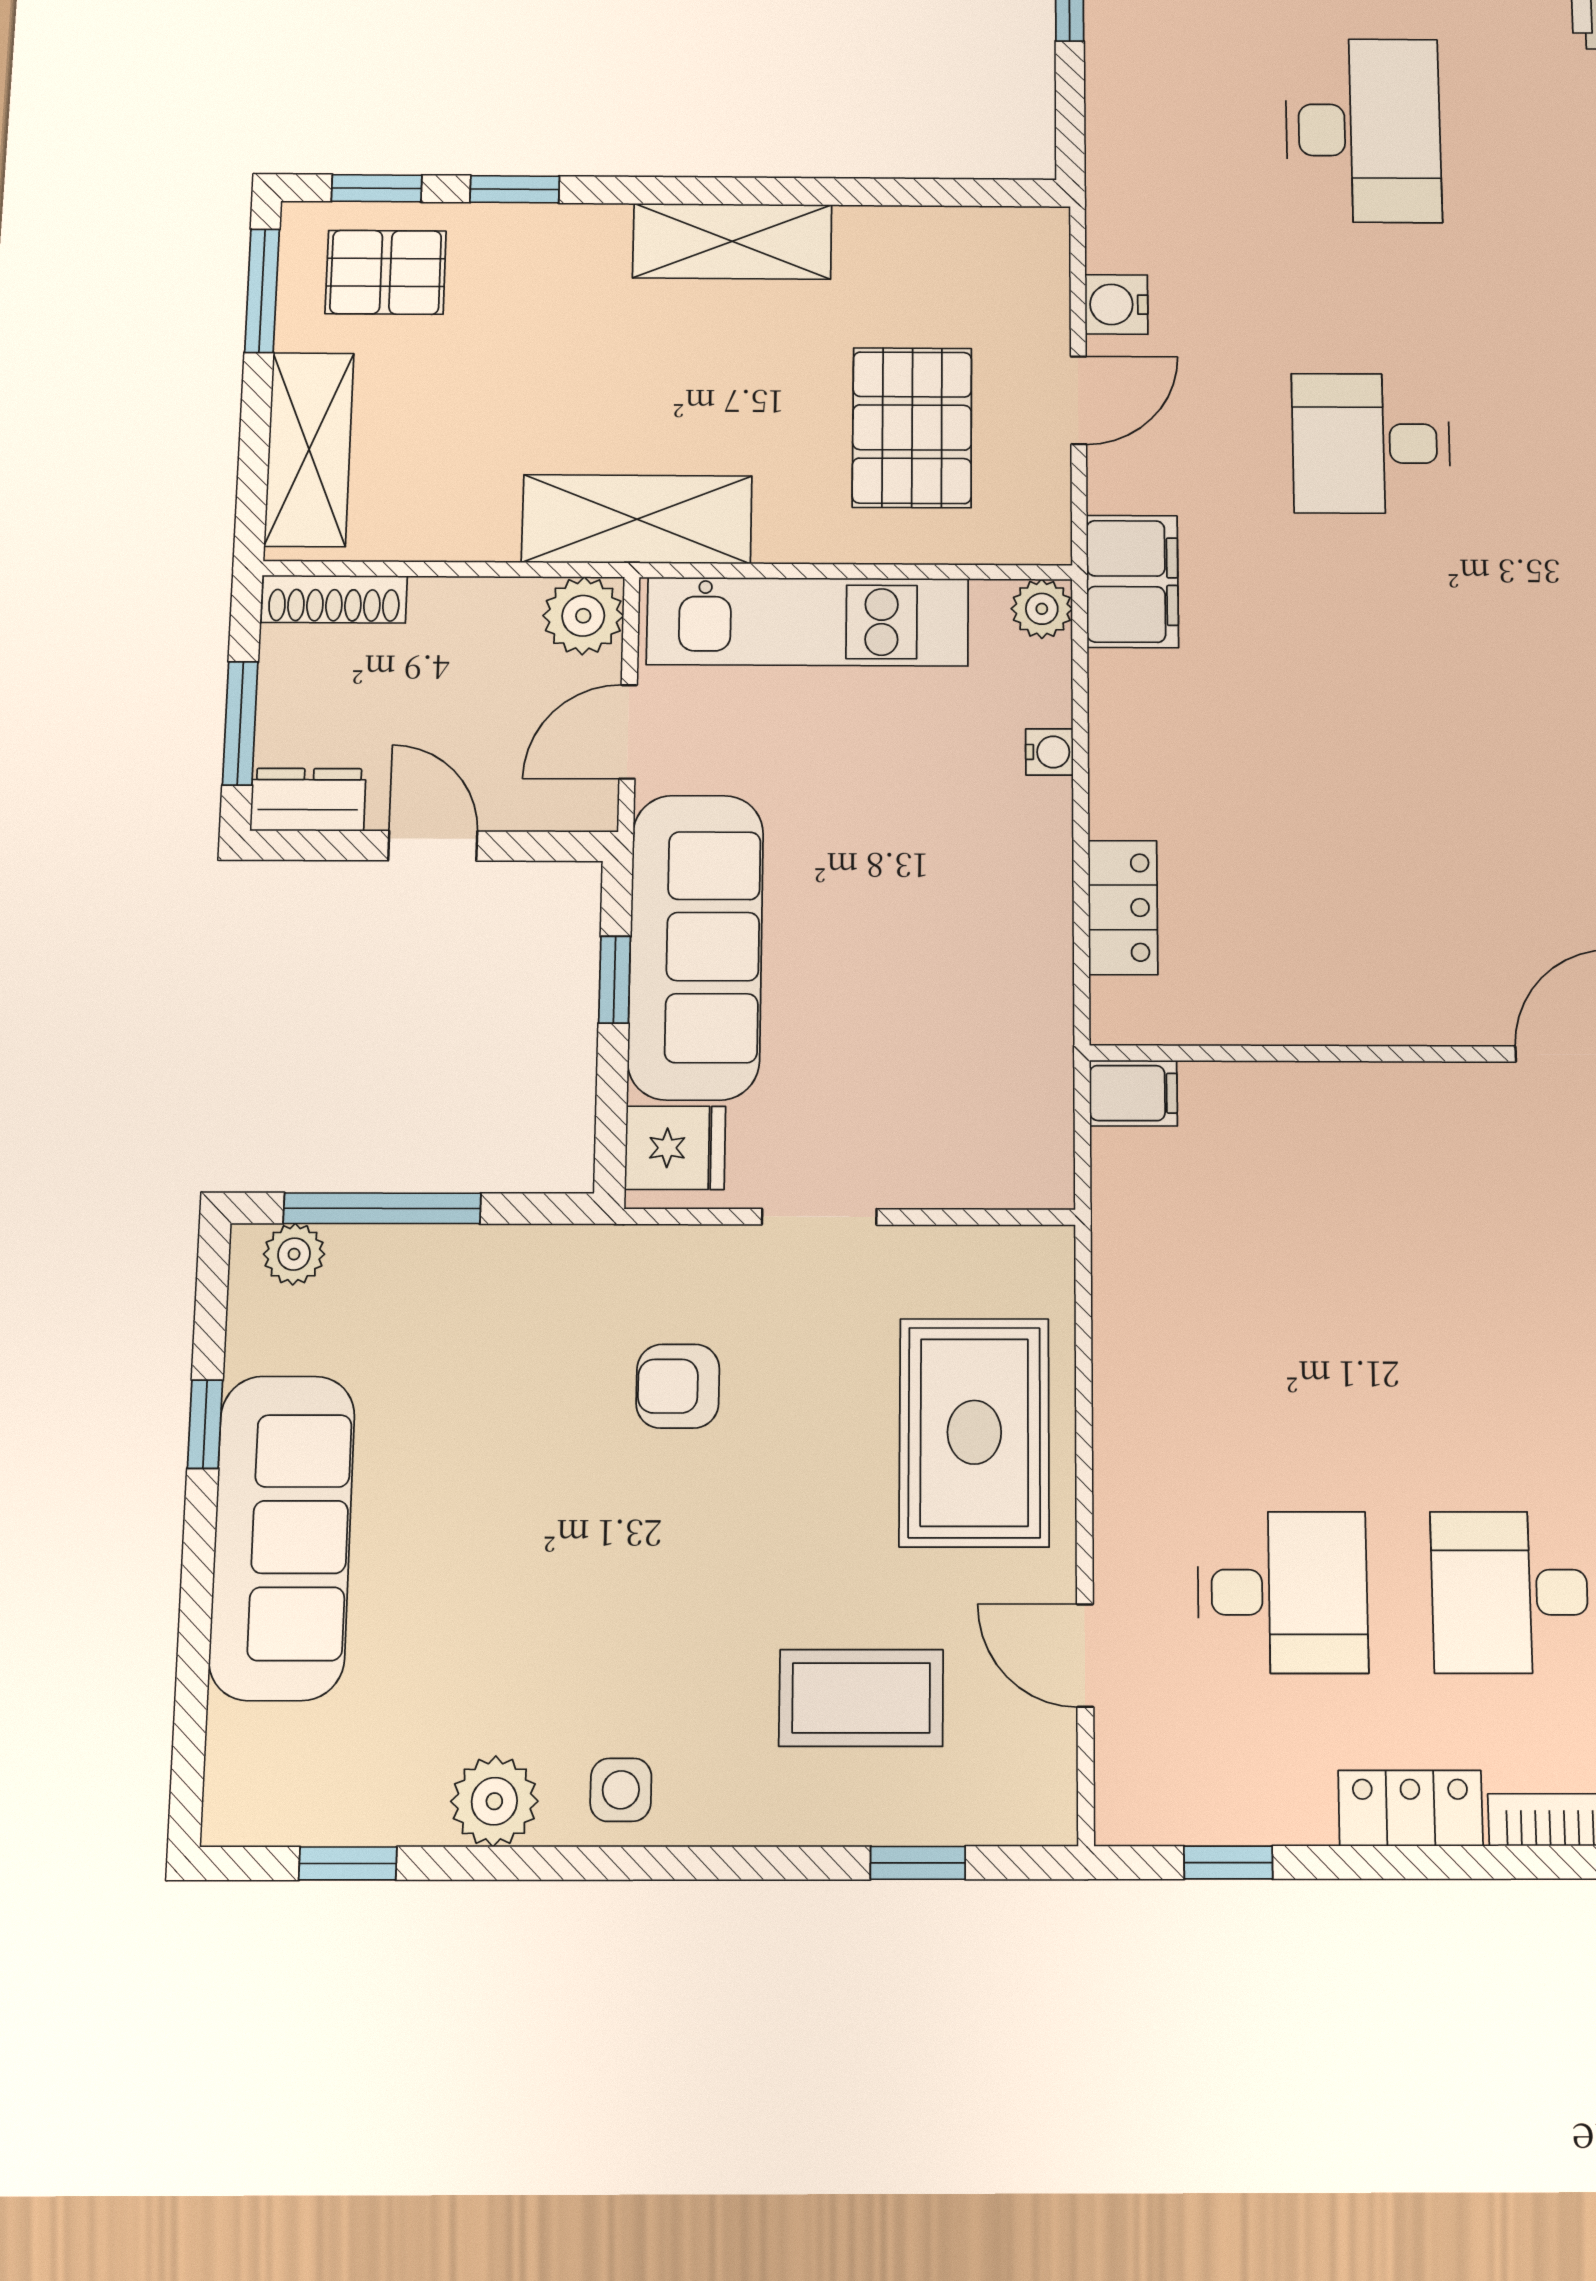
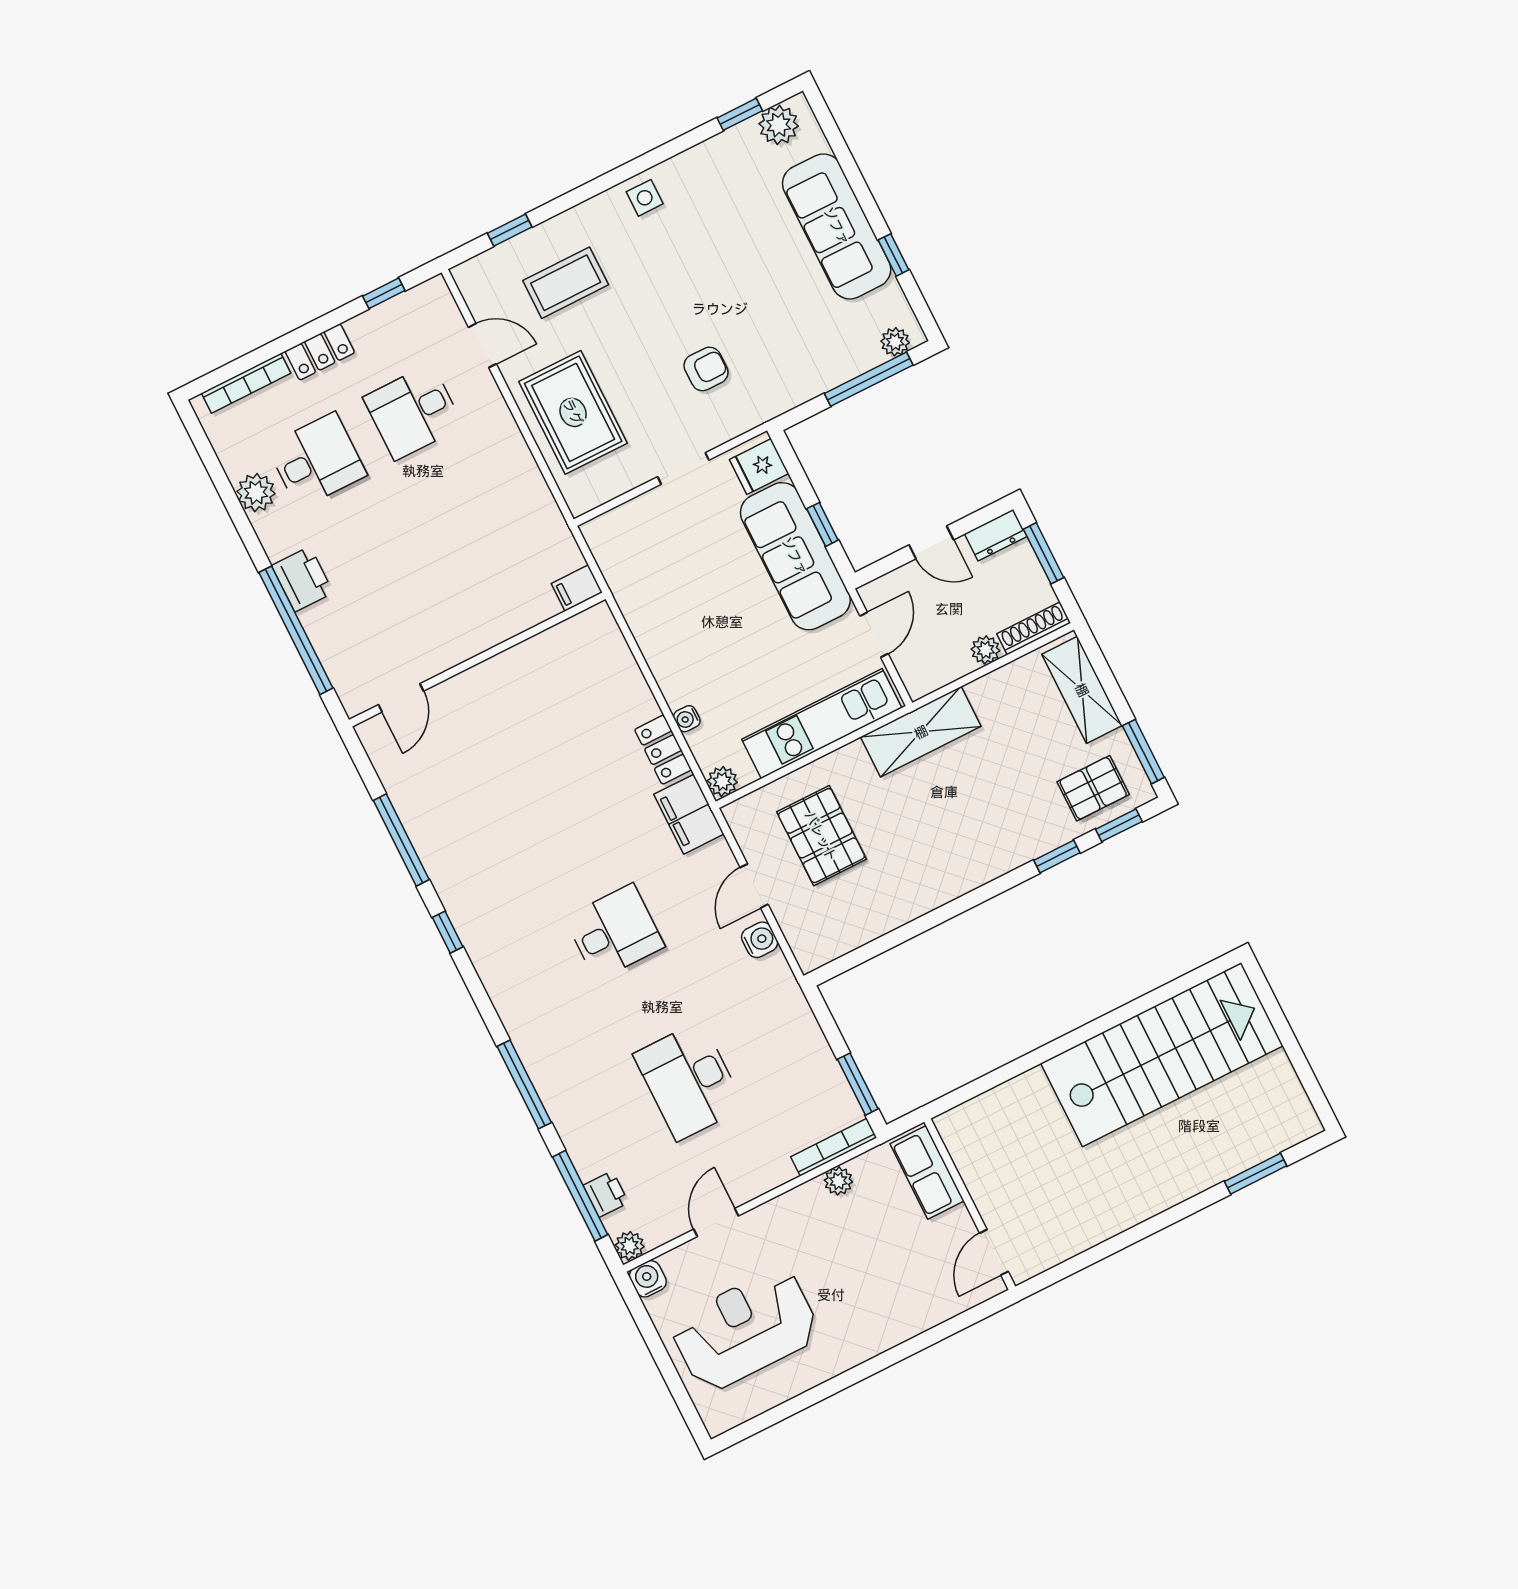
shelving: (732, 241) -> (947, 882), removed
plant: (583, 616) -> (986, 650), moved, width x0.73, depth x0.73
locker: (1123, 907) -> (663, 750), moved
plant: (494, 1801) -> (779, 125), moved

